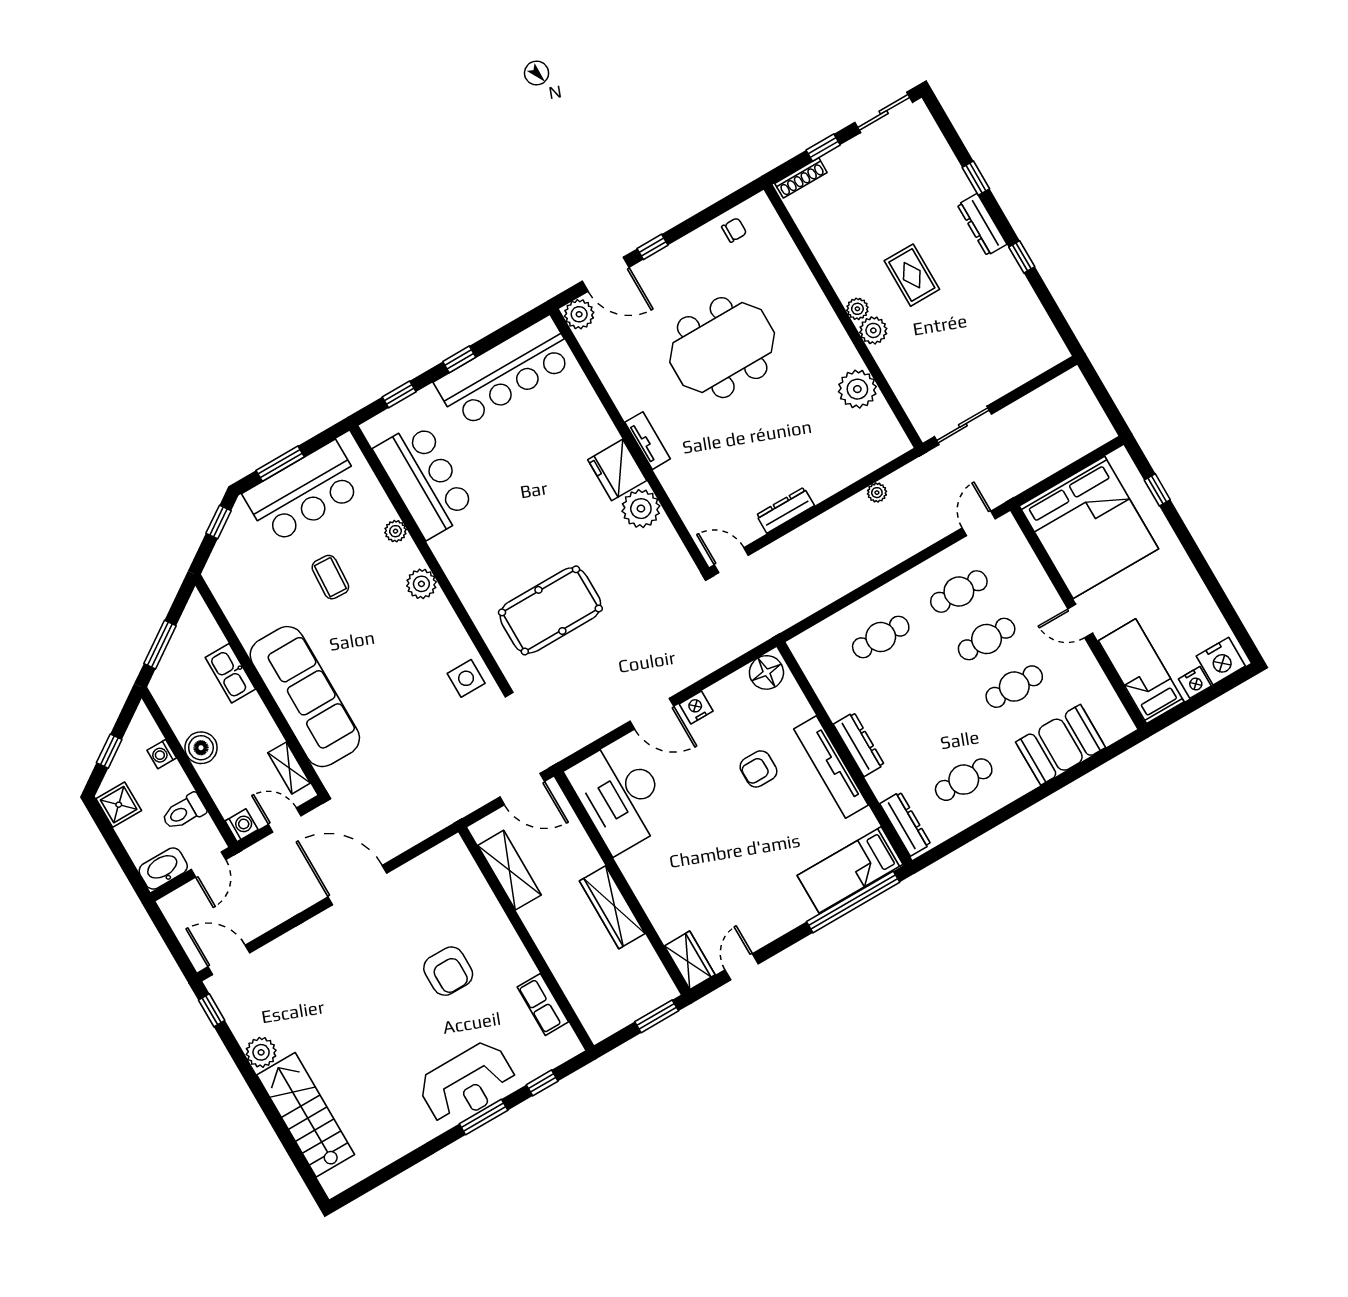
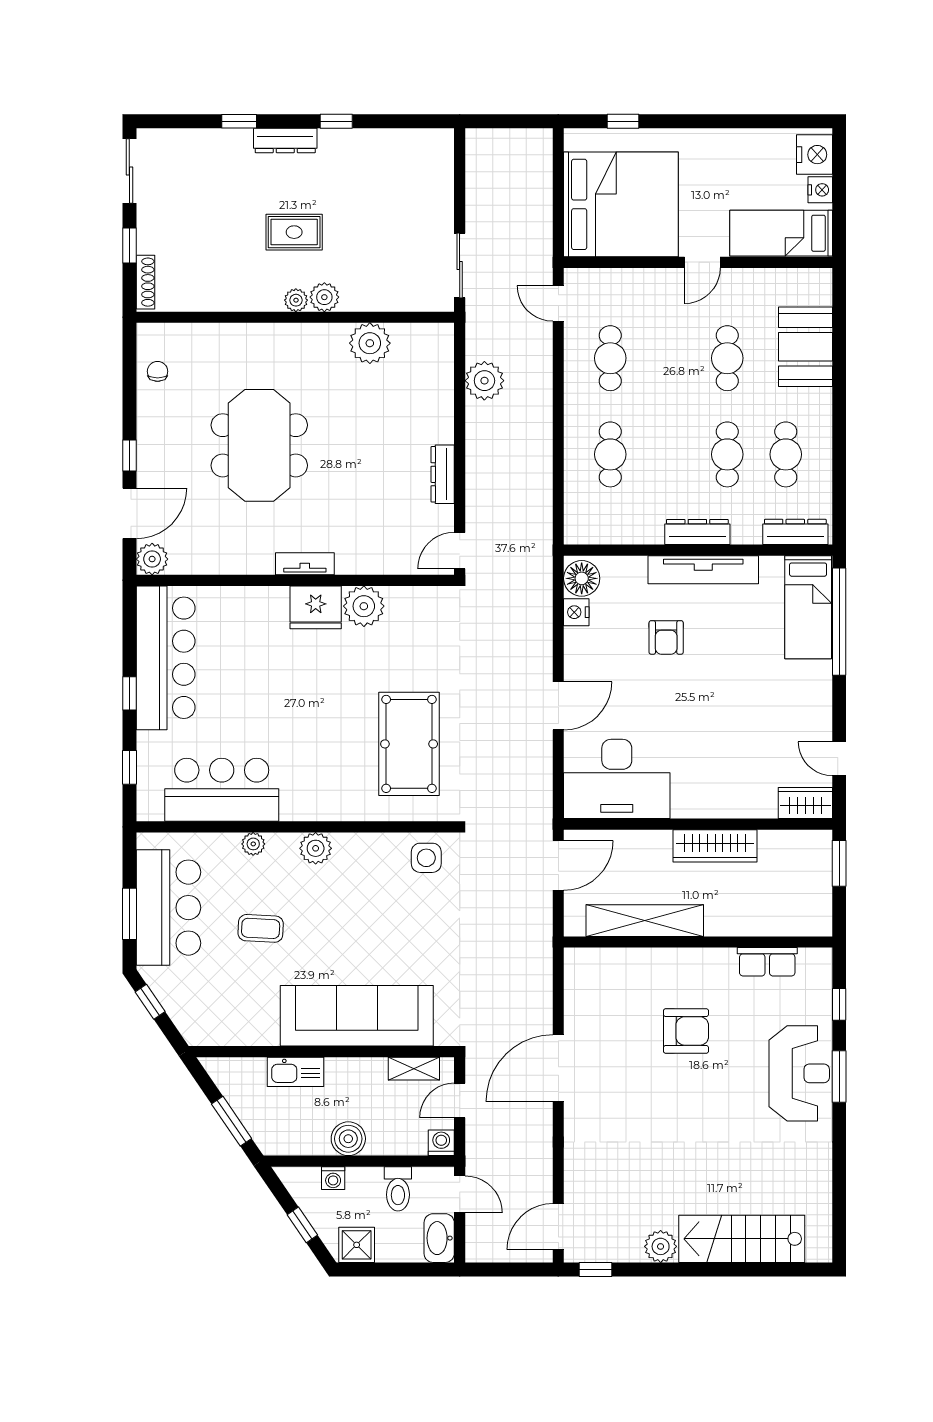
plant: (877, 493) -> (484, 381), width x1.88, depth x1.88
cafe table: (987, 639) -> (727, 454), moved
nightstand: (696, 707) -> (576, 612), moved
shelving: (510, 870) -> (645, 921), width x1.47

